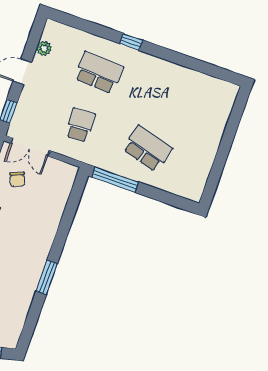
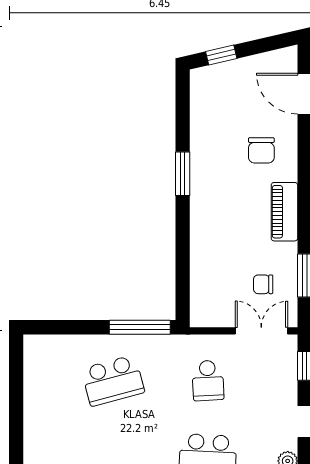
school desk: (147, 149) -> (113, 380), turned -30
chair: (17, 179) -> (263, 284), turned -68

